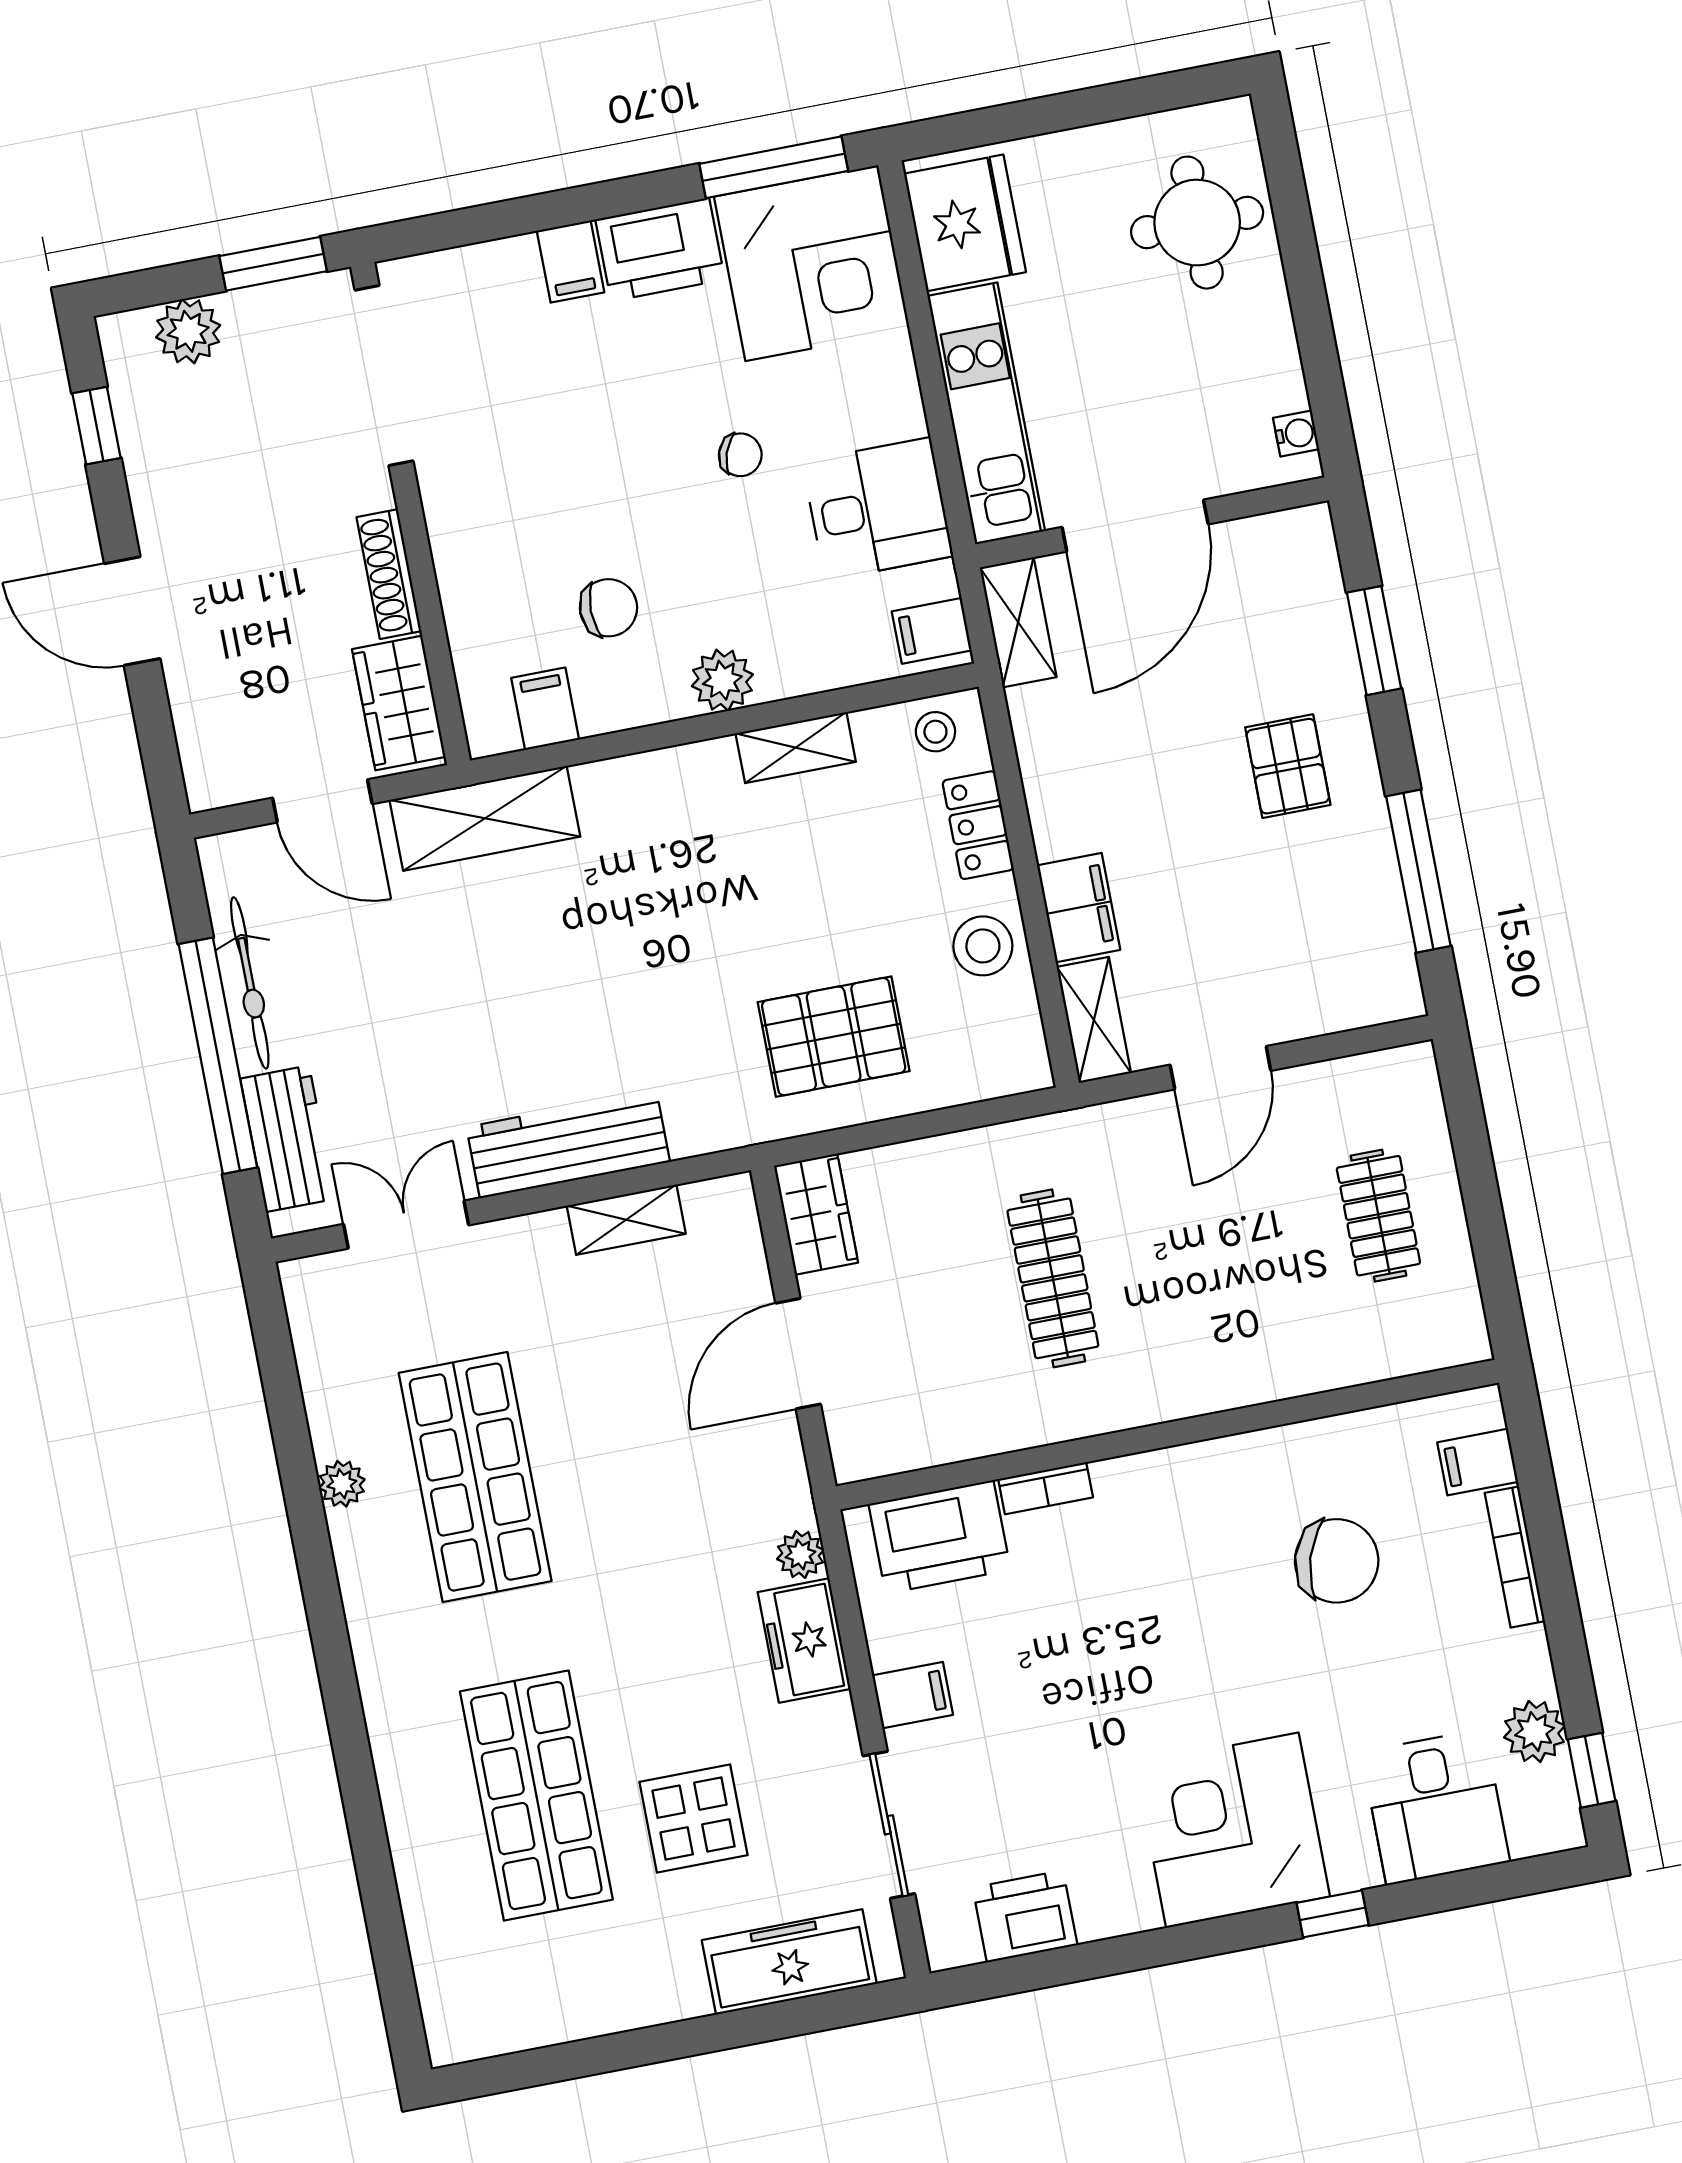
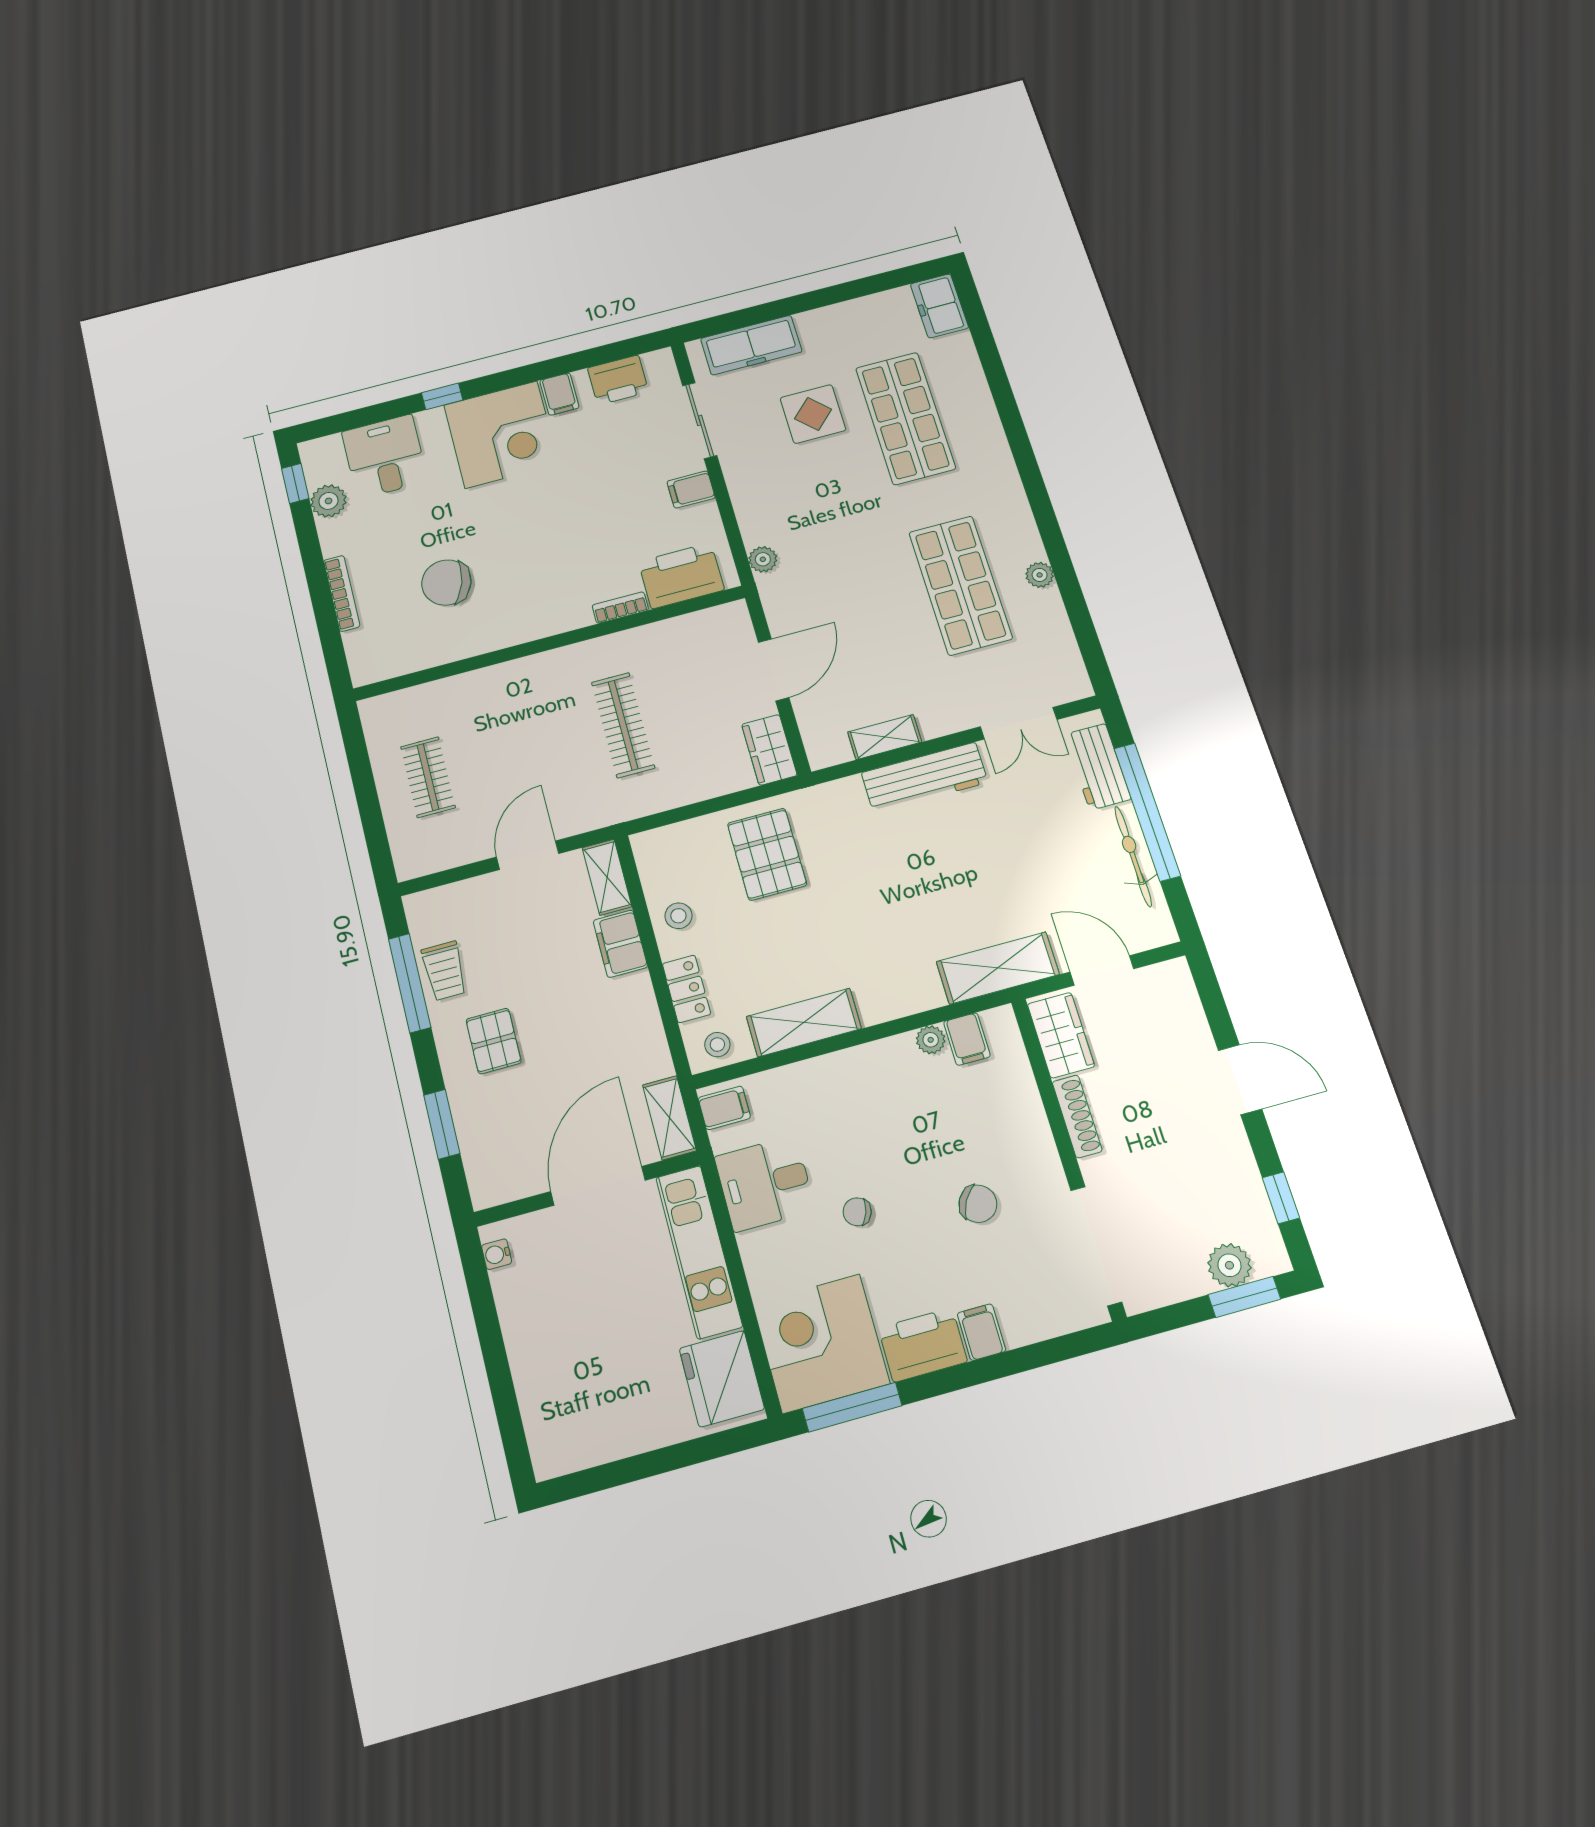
round table: (1197, 223) -> (568, 1391), removed
window: (273, 264) -> (1244, 1297), moved
chair: (609, 608) -> (978, 1204), moved, turned -150
plant: (722, 680) -> (931, 1040), moved, width x0.73, depth x0.73
shelving: (796, 748) -> (804, 1023), width x1.50, depth x1.33
trolley: (1362, 887) -> (444, 971), added
stool: (983, 946) -> (678, 916), width x0.73, depth x0.73
pallet: (834, 1037) -> (767, 854), turned 90
filing cabinet: (1478, 1462) -> (559, 394), moved, turned 90
freezer: (804, 1640) -> (939, 306), moved, turned 180

